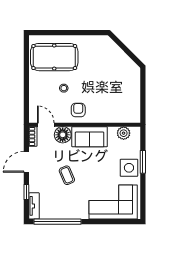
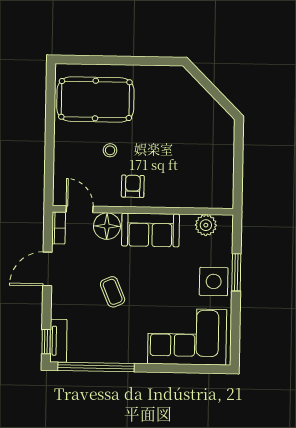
window: (26, 192) -> (46, 342), moved

